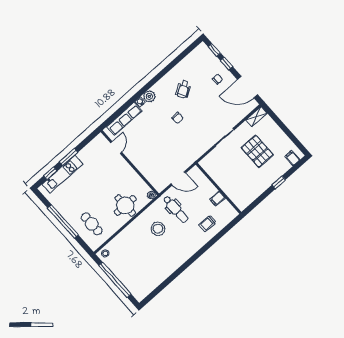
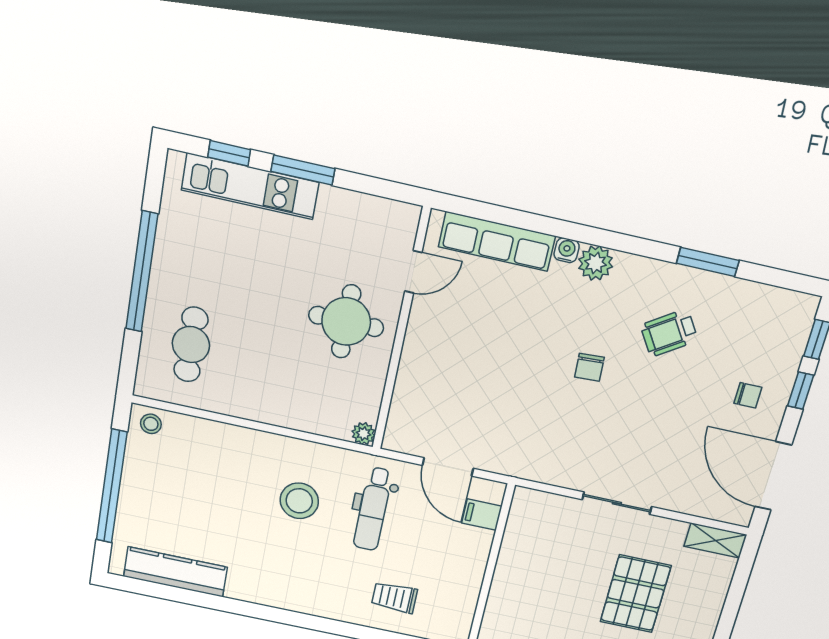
window: (171, 66) -> (708, 262), added
filing cabinet: (217, 199) -> (482, 515), moved
round table: (125, 205) -> (346, 321), moved
kitchen counter: (153, 282) -> (176, 572), added

